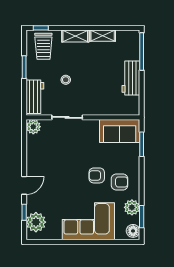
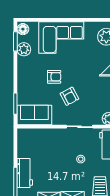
workbench: (131, 78) -> (25, 173), moved
armchair: (120, 182) -> (69, 96), moved, turned -118

